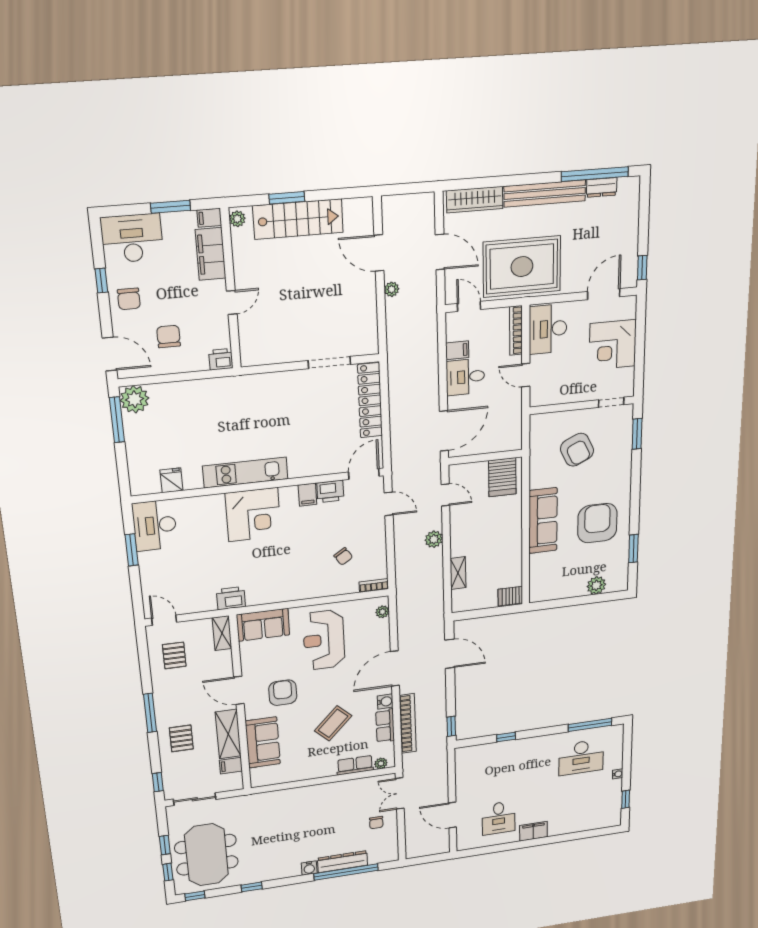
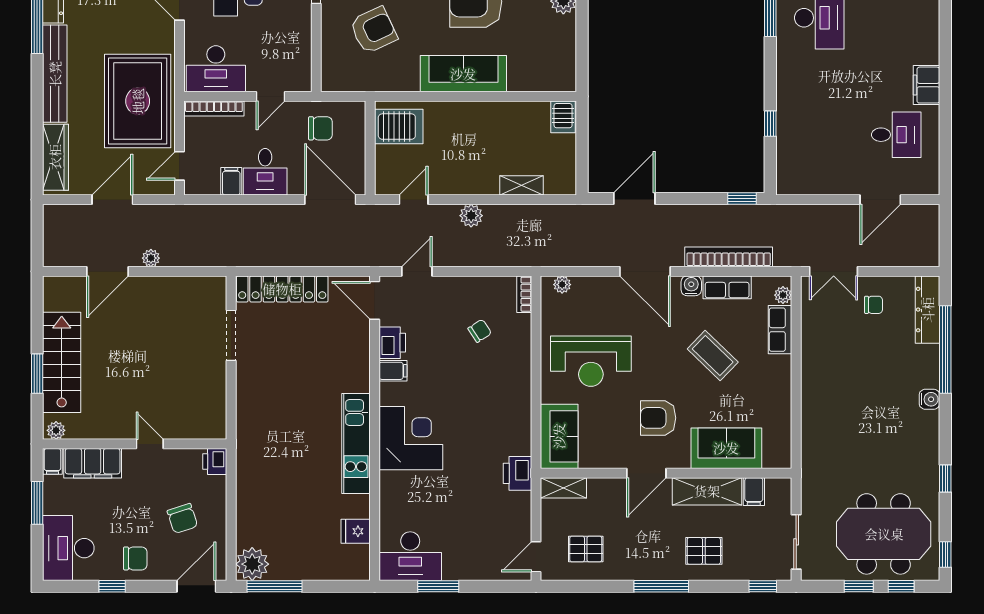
chair: (169, 336) -> (182, 518), turned -108
chair: (501, 417) -> (320, 128), added
dresser: (343, 862) -> (928, 310), moved

